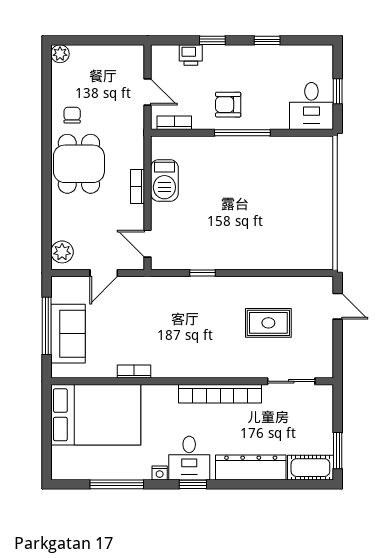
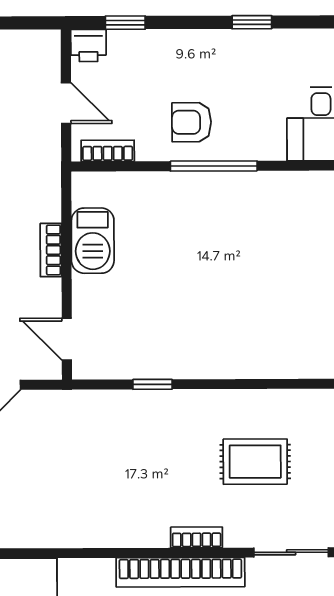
window: (212, 40) -> (125, 23), moved
printer: (191, 55) -> (88, 45), moved
bookcase: (134, 371) -> (197, 537), moved

